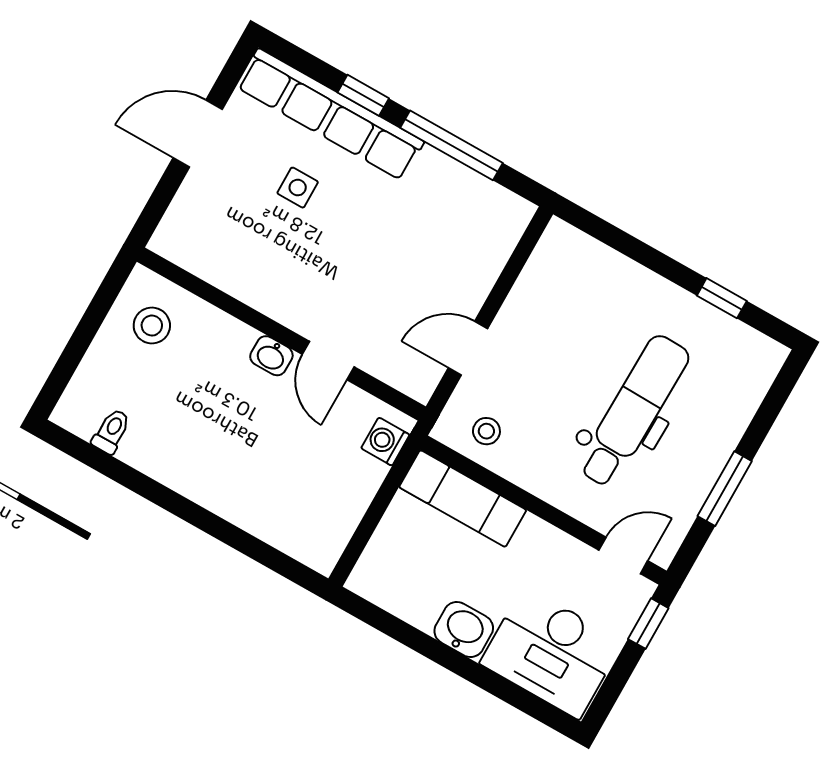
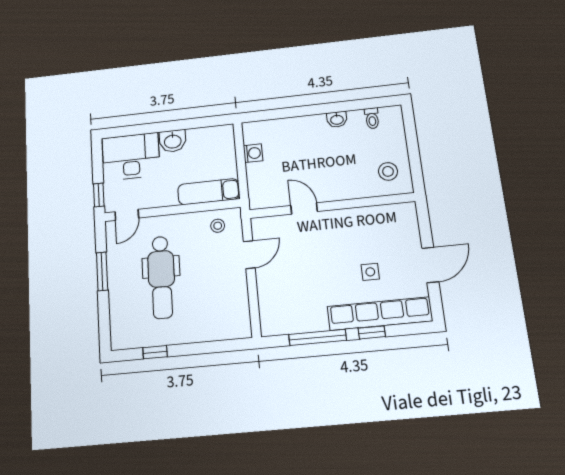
washbasin: (271, 356) -> (337, 119), moved, turned 180
washing machine: (385, 442) -> (253, 153), moved

